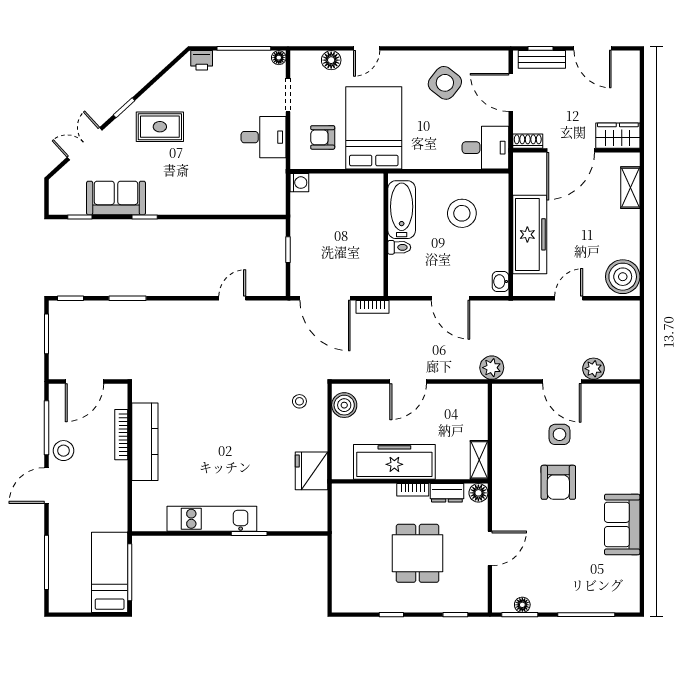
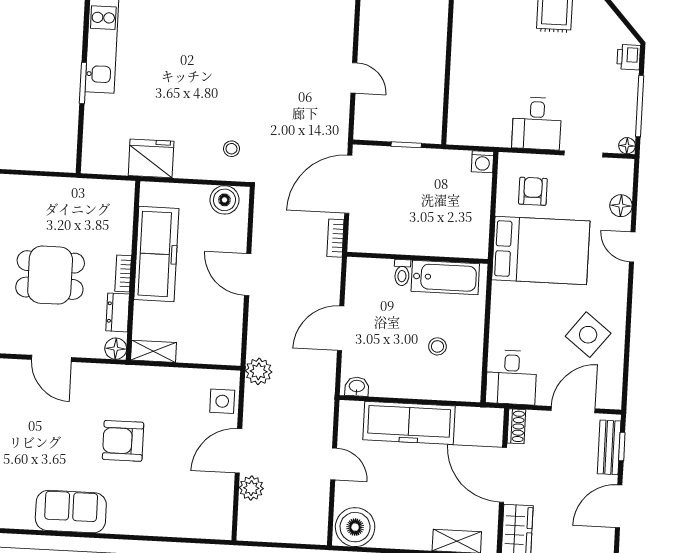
stool: (462, 213) -> (437, 346), width x0.53, depth x0.53
side table: (559, 434) -> (222, 401), moved

